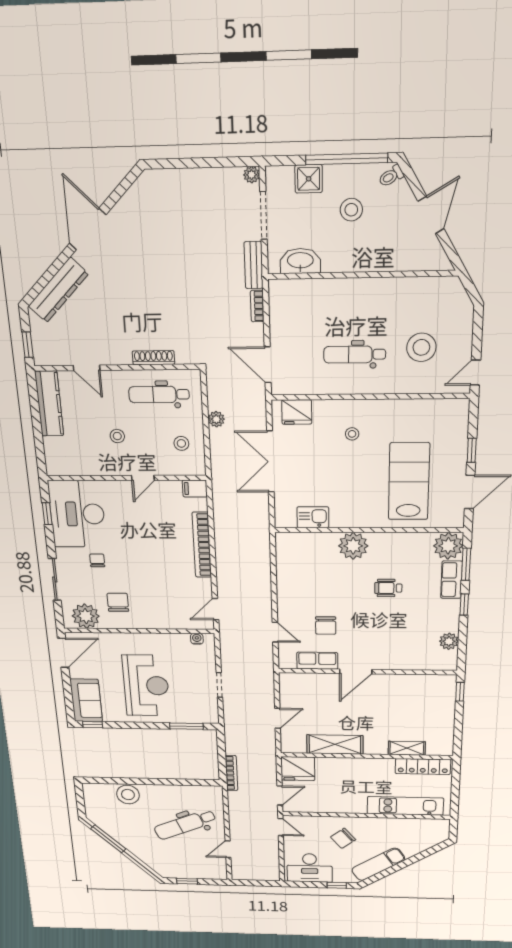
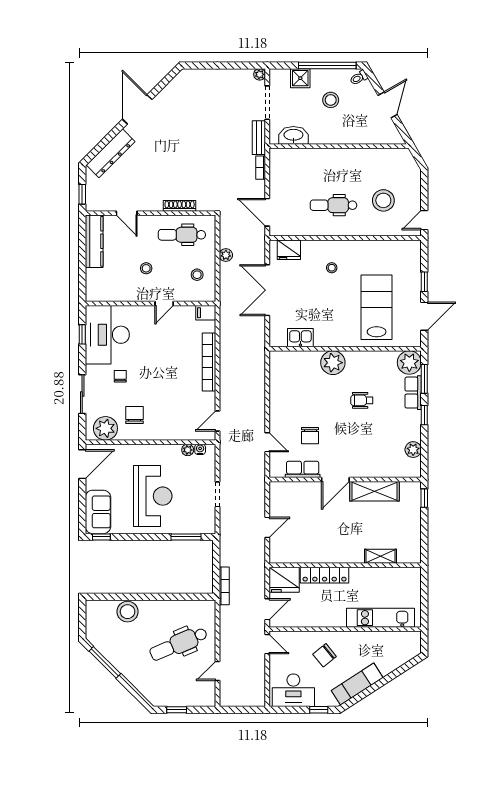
plant: (183, 639) -> (188, 450), added
shelving: (335, 744) -> (375, 491), moved
locker: (423, 767) -> (325, 575), moved

